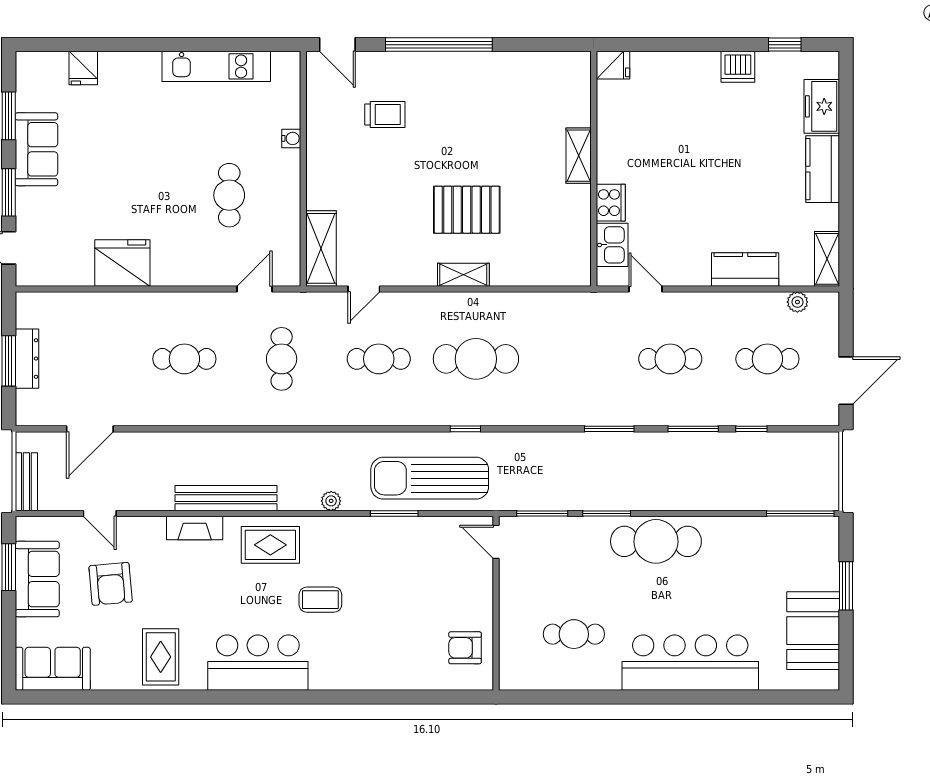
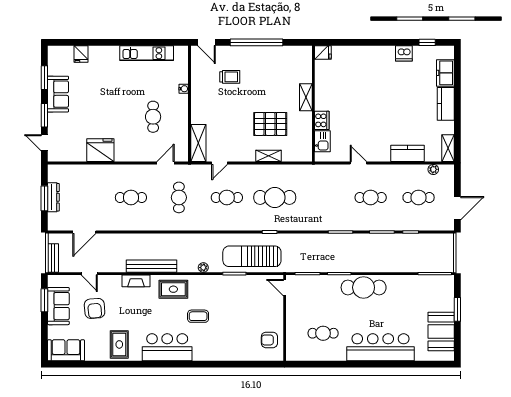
fridge: (613, 65) -> (323, 53), moved
shelving: (579, 156) -> (306, 97), moved
wall: (594, 169) -> (313, 104), moved
cooker: (611, 203) -> (322, 120), moved
kitchen sink: (612, 245) -> (322, 141), moved

